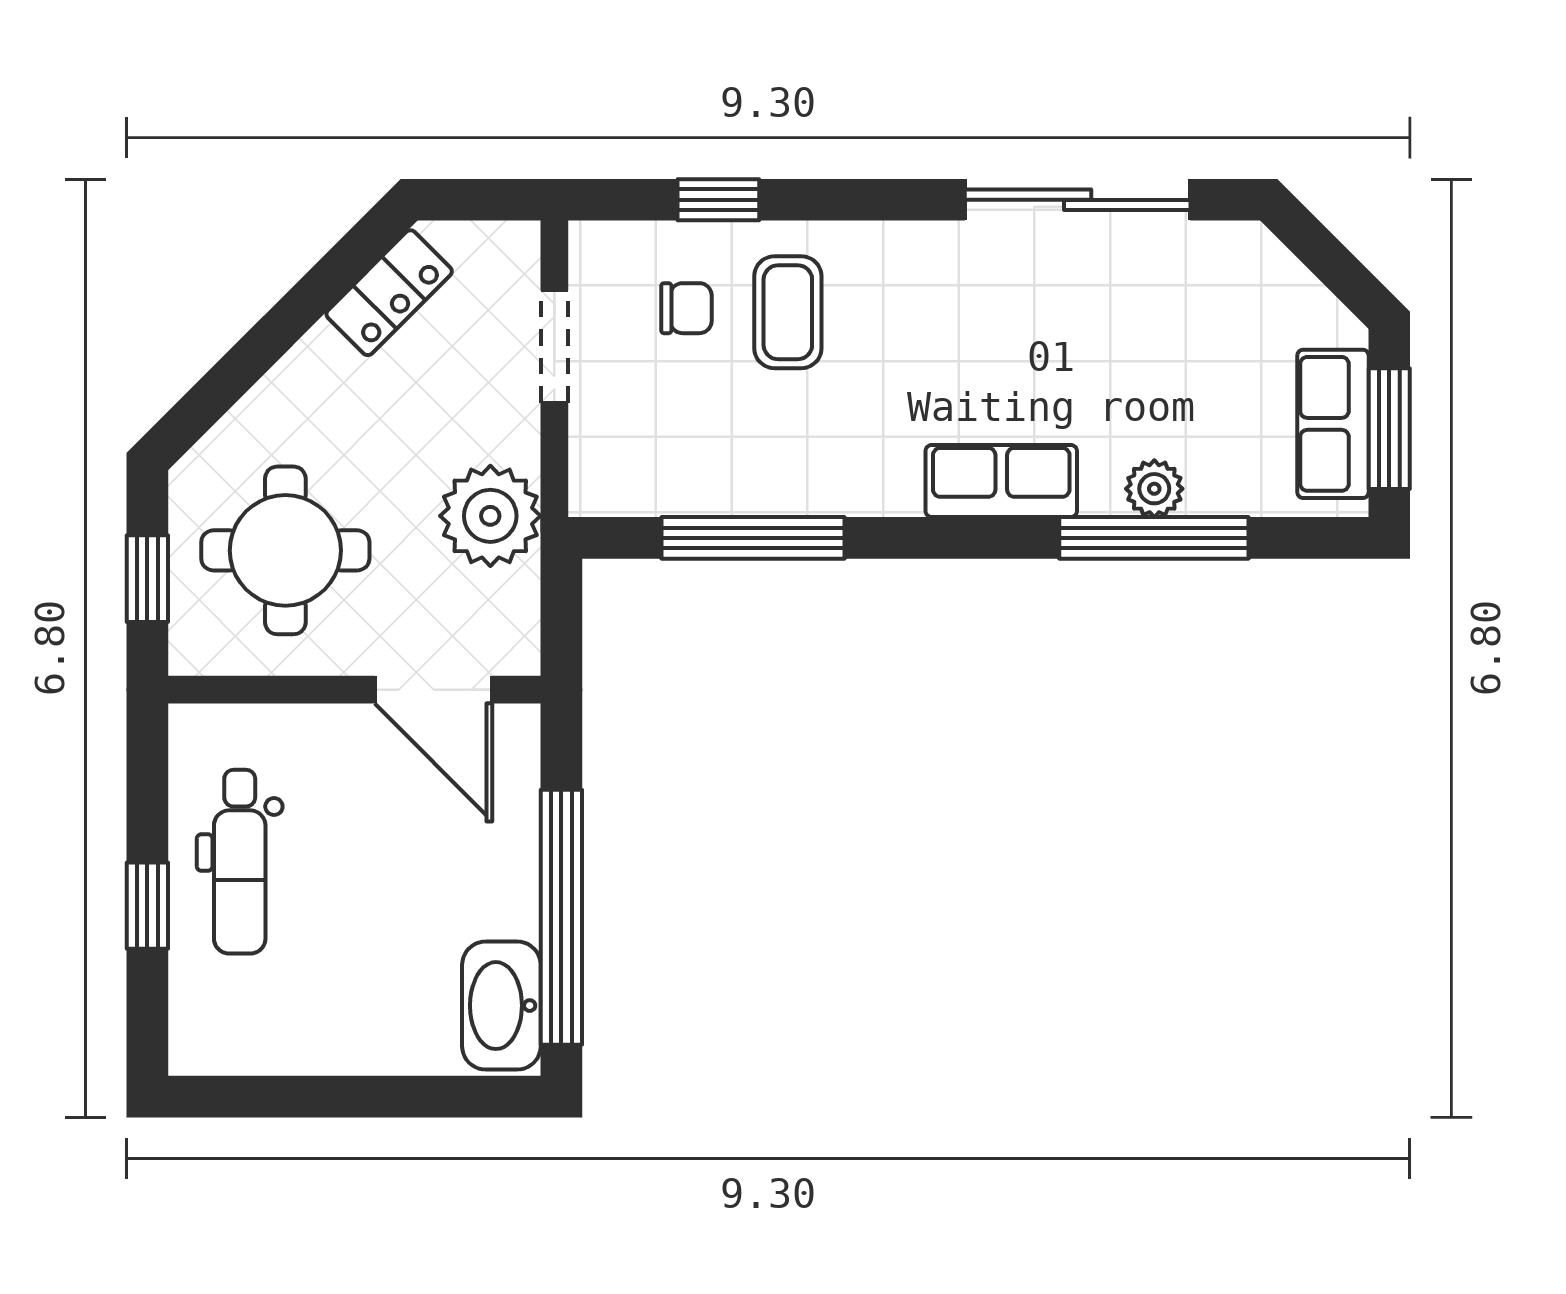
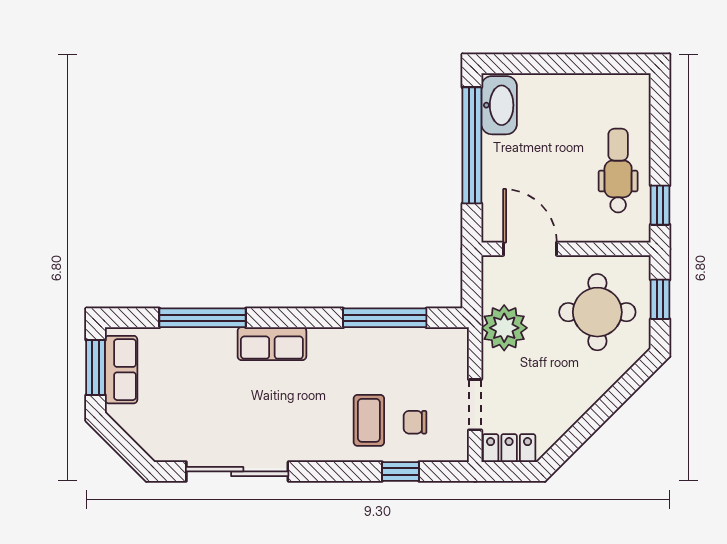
locker: (389, 293) -> (509, 448), moved, turned 45
plant: (1154, 489) -> (202, 340), removed
window: (147, 906) -> (660, 205), moved

